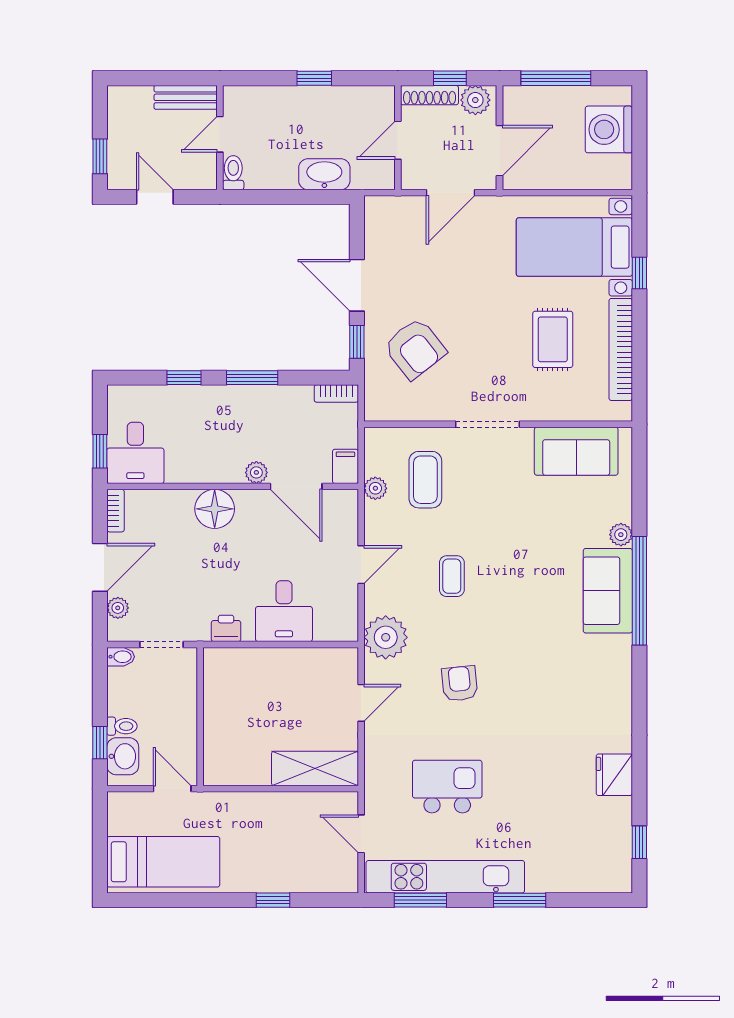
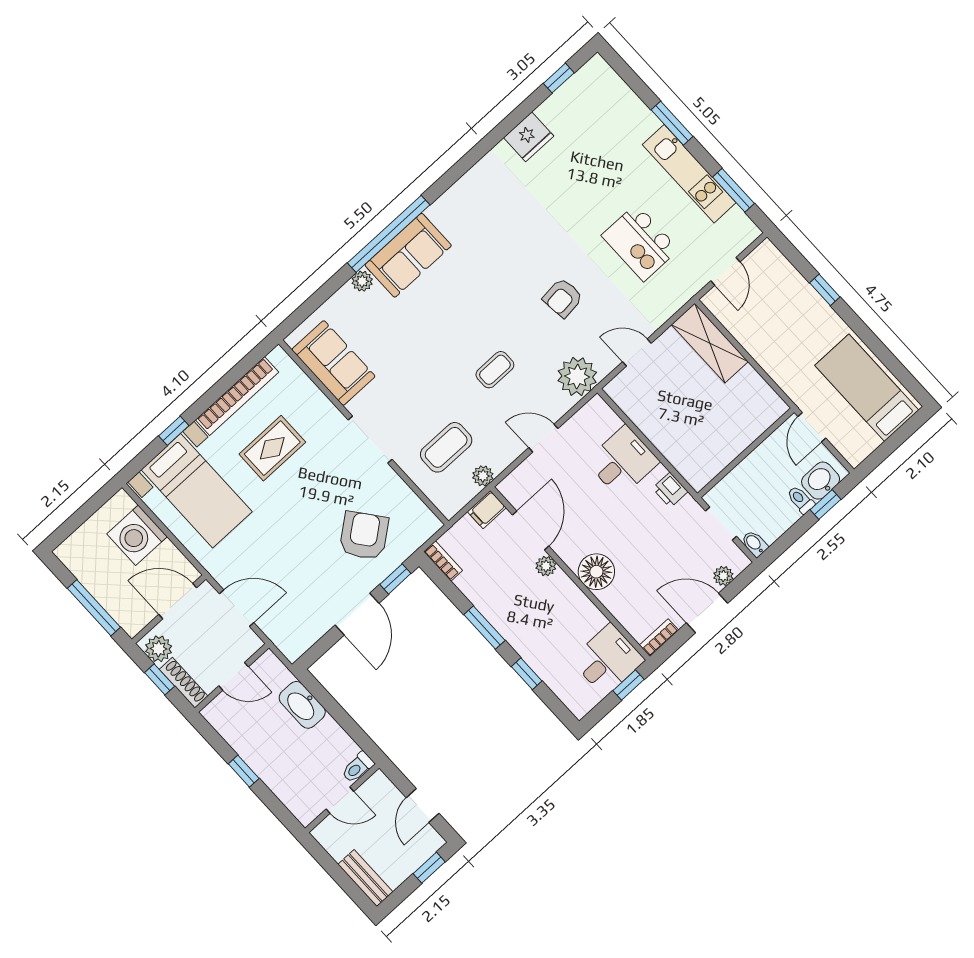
bench: (186, 97) -> (365, 878), moved
washing machine: (609, 129) -> (137, 535), moved, turned 90
kitchen unit: (445, 877) -> (689, 174), width x0.73

